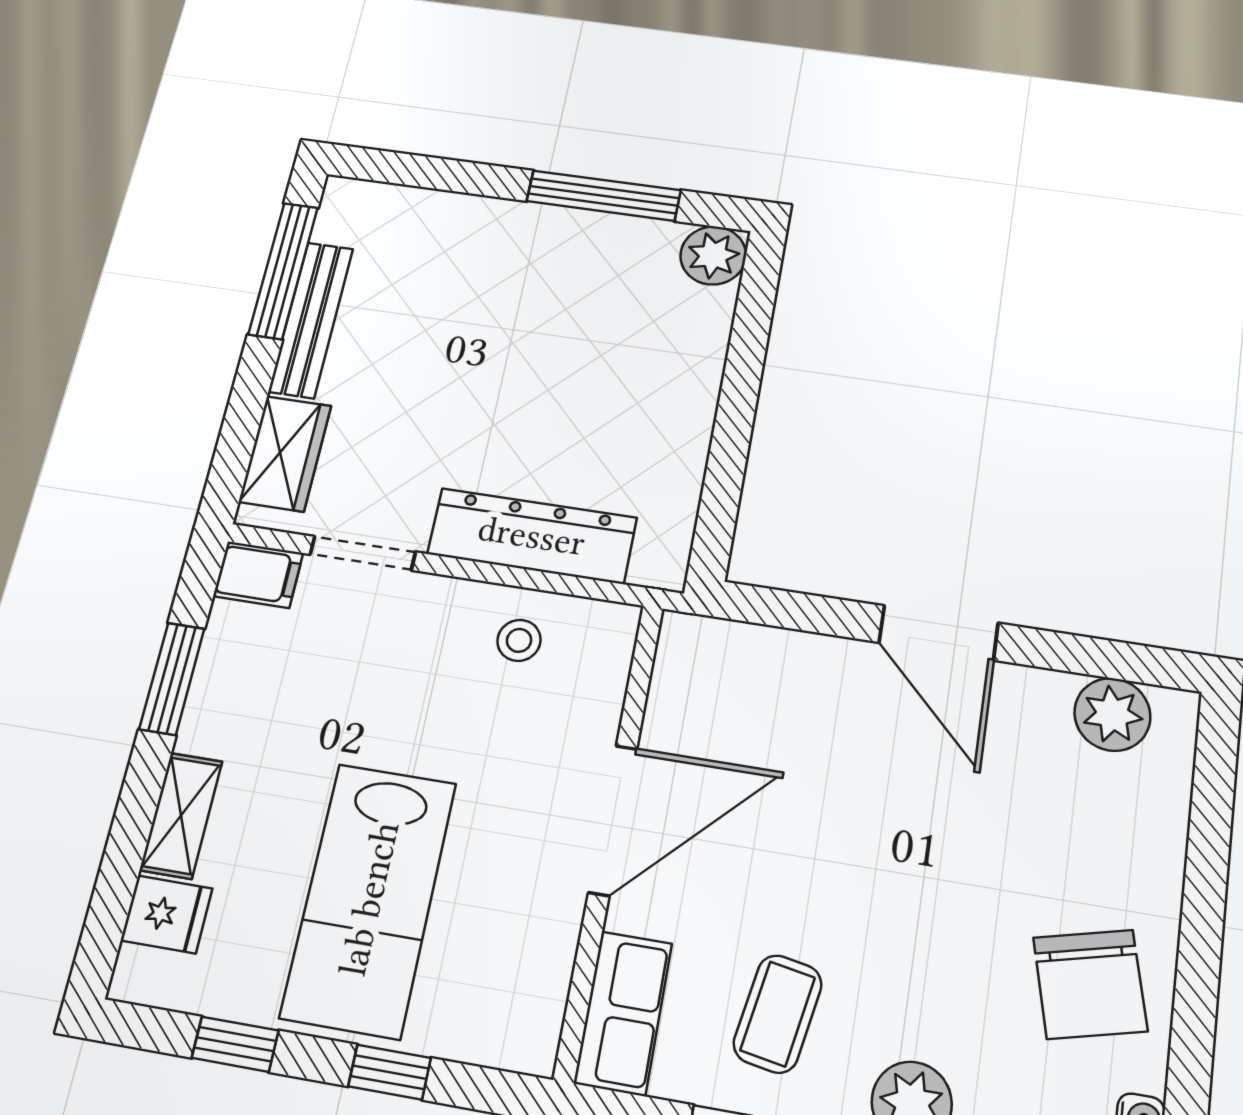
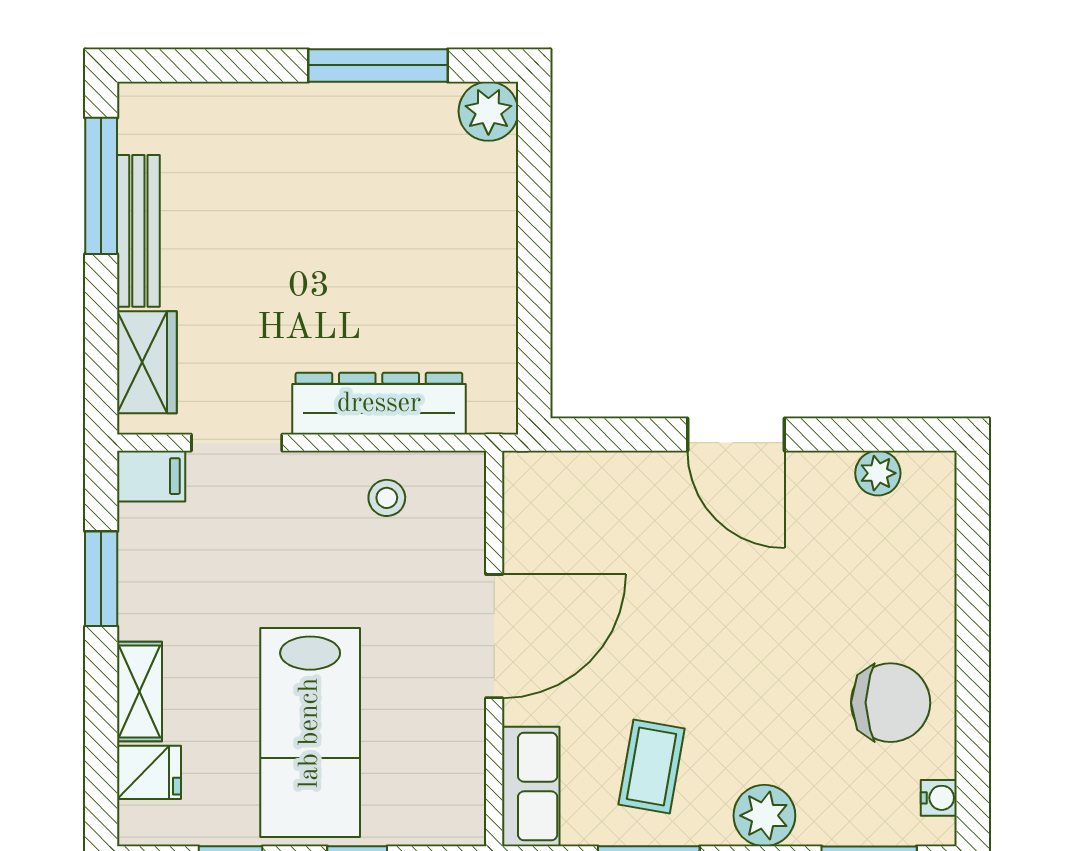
plant: (1112, 714) -> (878, 473), width x0.73, depth x0.73
chair: (1090, 984) -> (891, 703), turned -76

